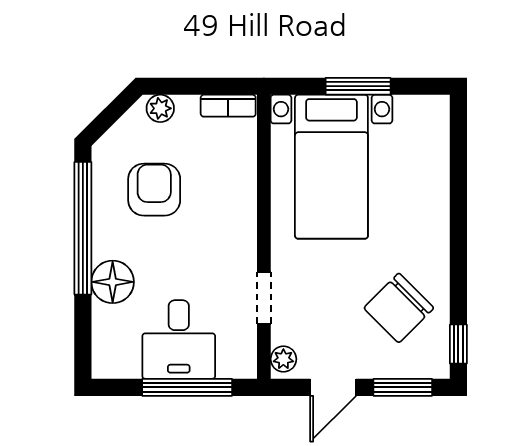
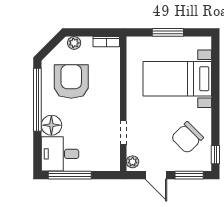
bed with nightstands: (331, 167) -> (177, 79), moved, turned 90
armchair: (154, 190) -> (71, 81), width x1.36, depth x1.36
desk: (179, 340) -> (60, 154), moved, turned 90
window: (187, 387) -> (70, 175), moved
door: (333, 387) -> (156, 175), hinge flipped

